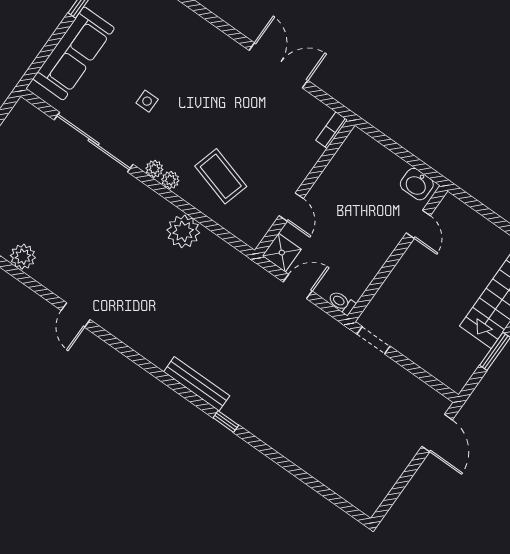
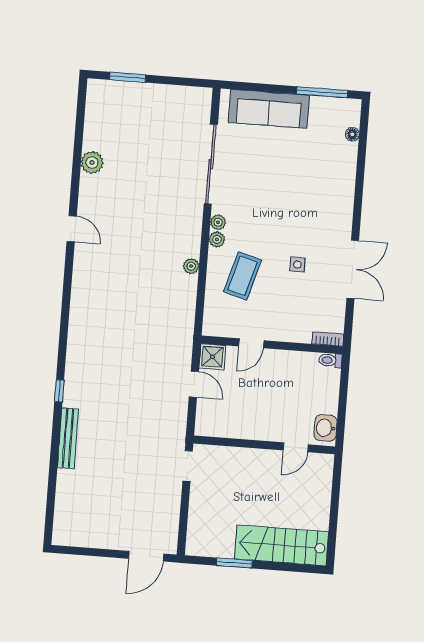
side table: (147, 101) -> (297, 265), moved
plant: (183, 231) -> (191, 266), width x0.53, depth x0.53
toilet: (342, 303) -> (330, 360), moved, turned -90
door: (76, 315) -> (72, 229), swing flipped
bench: (197, 384) -> (68, 438), moved

